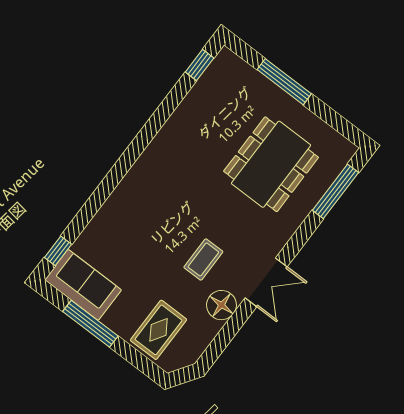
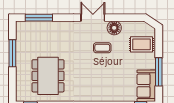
window: (284, 82) -> (12, 53), moved
dining table: (271, 164) -> (48, 76), moved, turned 90

